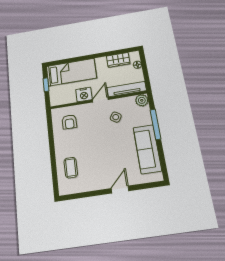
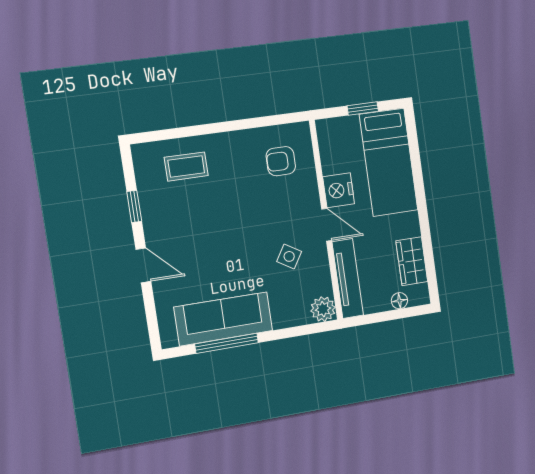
window: (155, 124) -> (227, 343), moved
window: (90, 194) -> (134, 206), added

